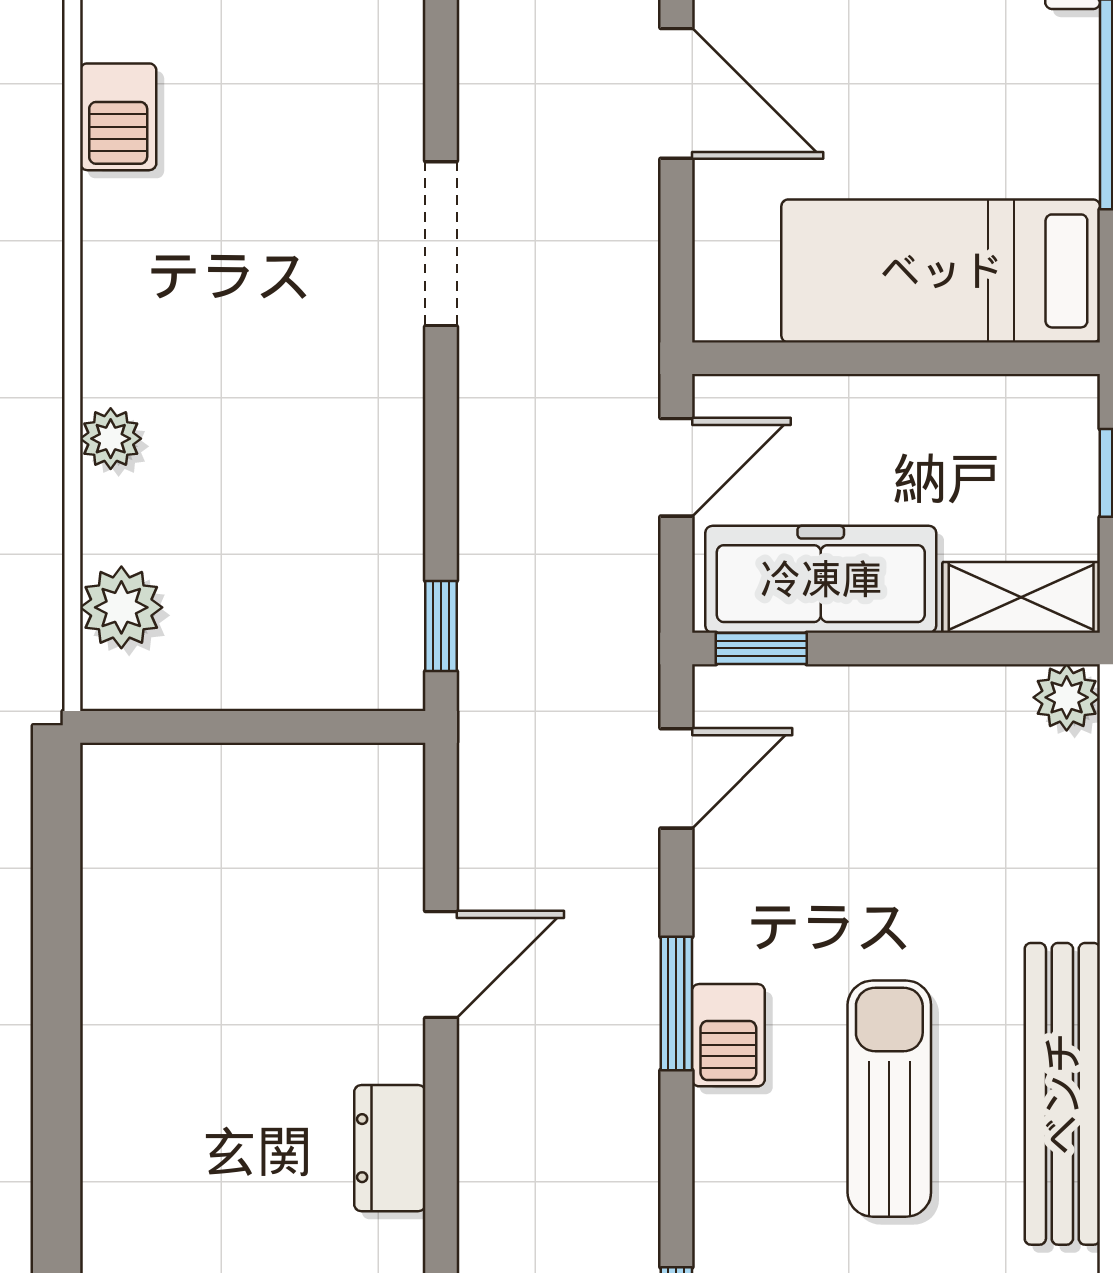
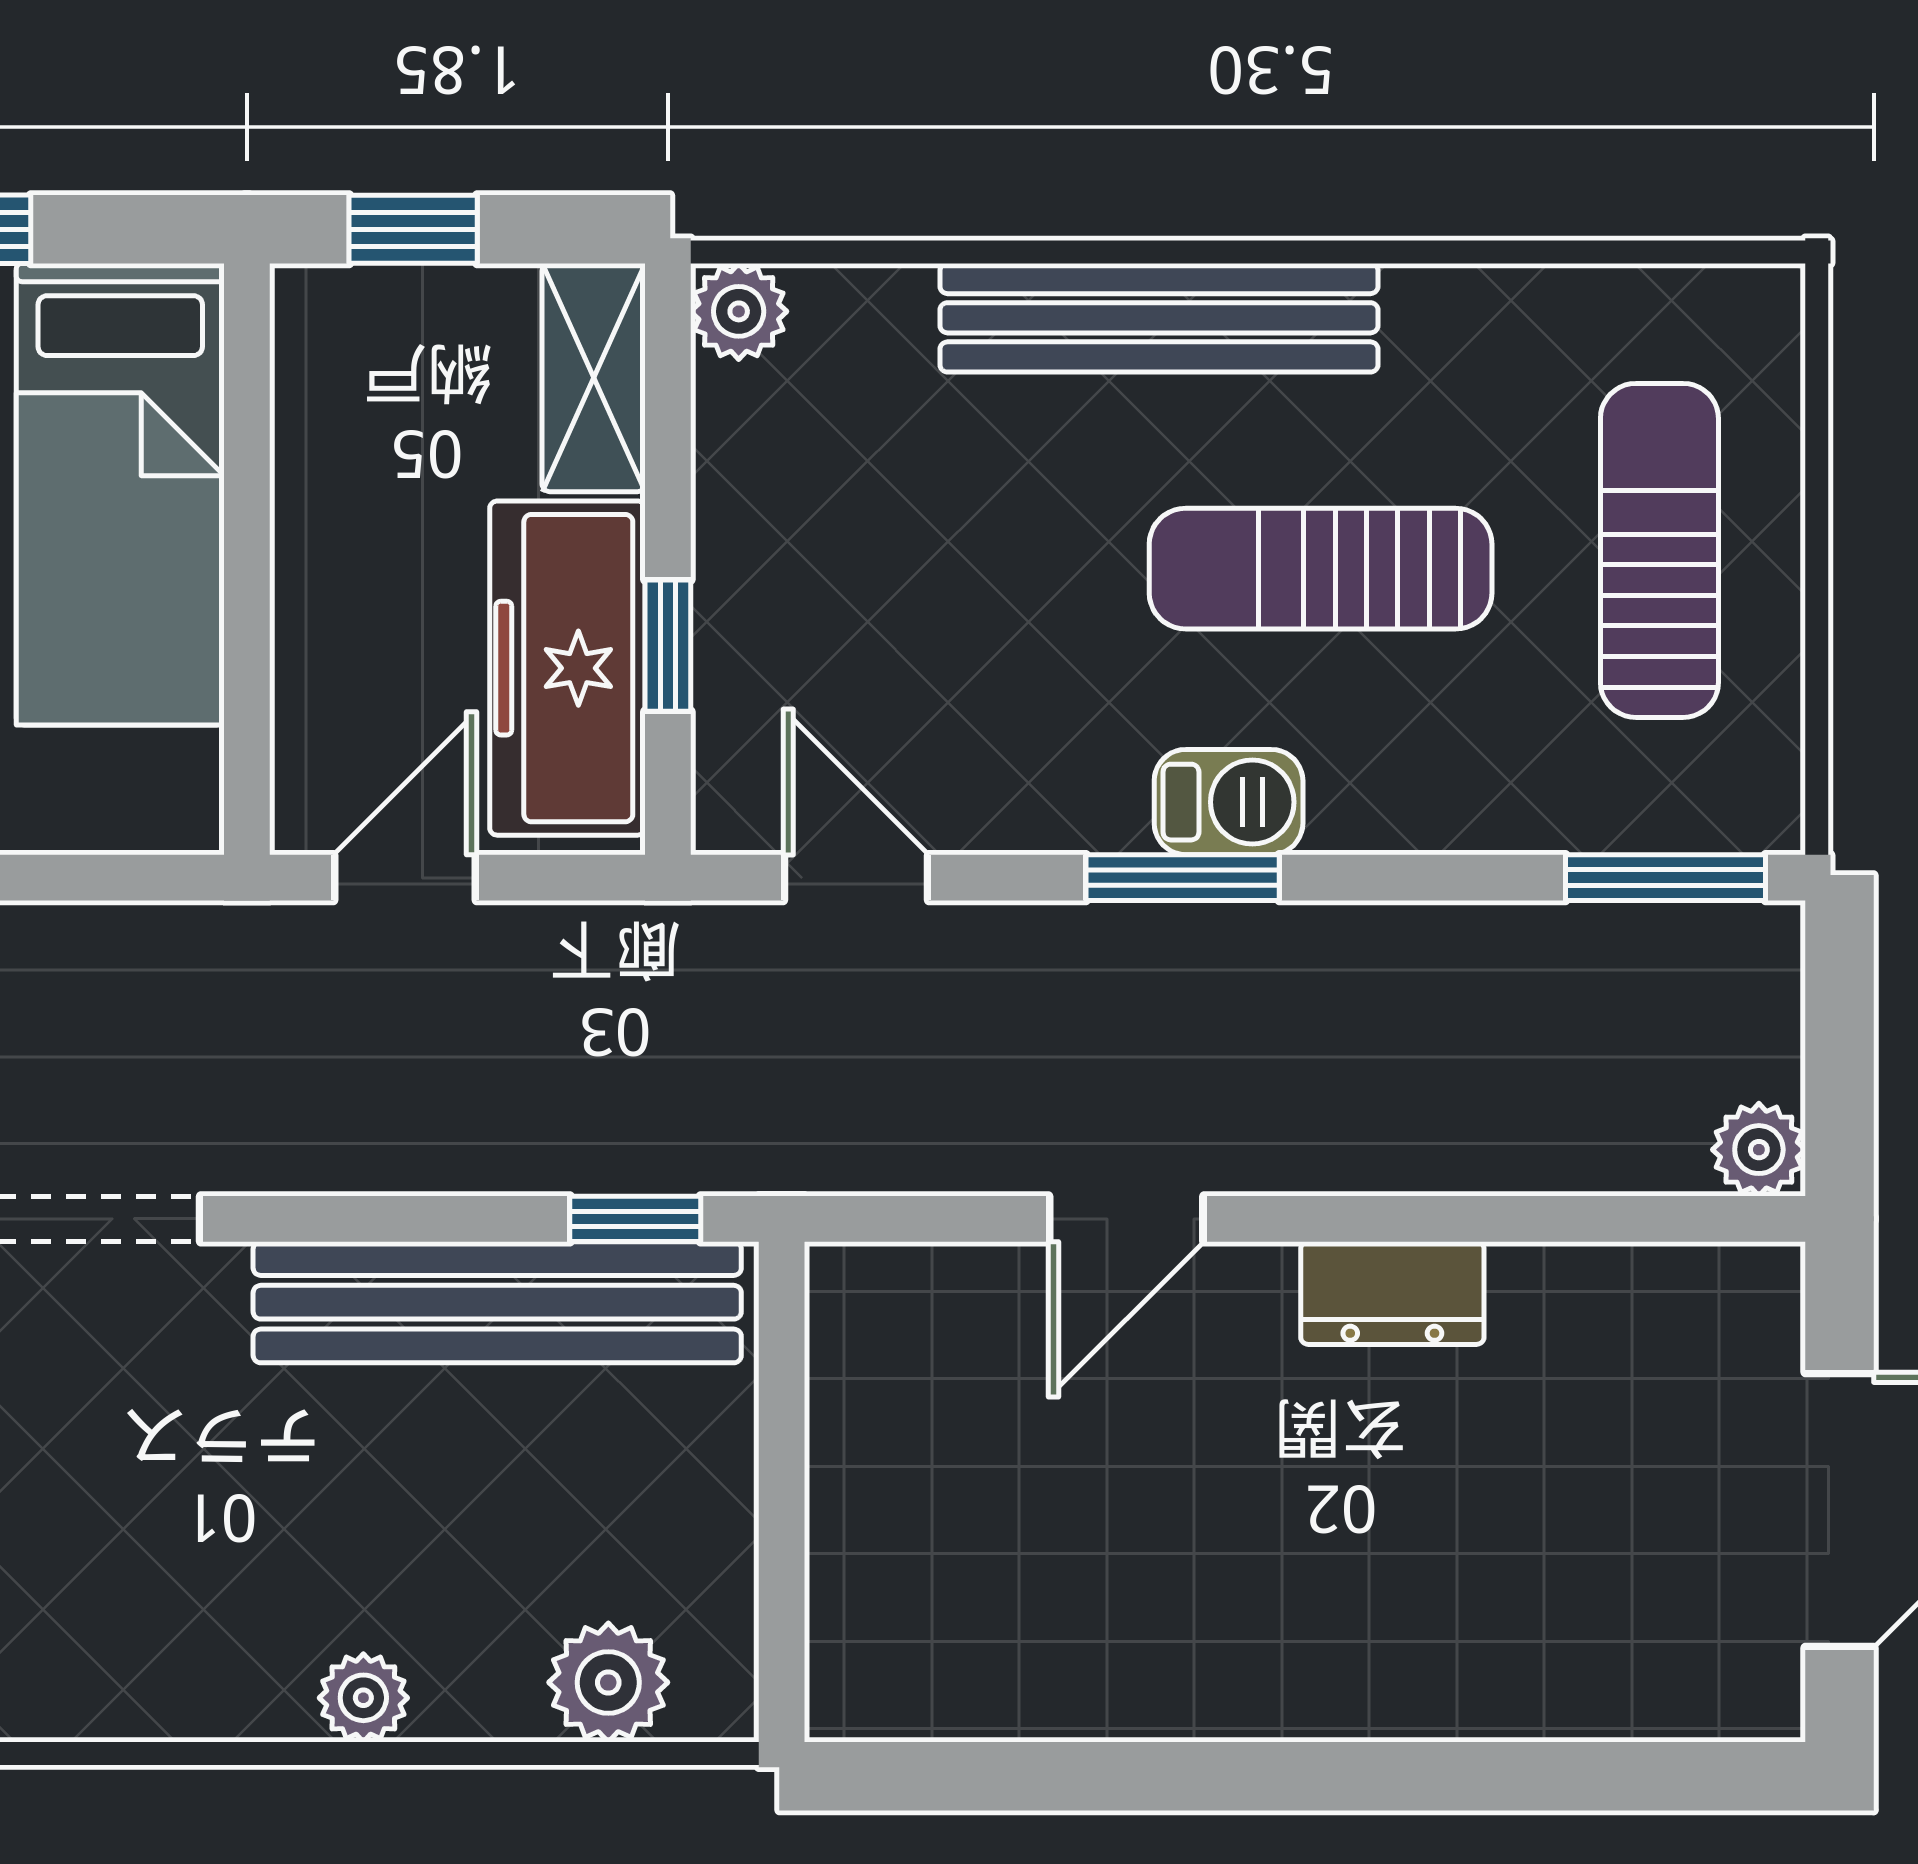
door: (676, 467) -> (405, 878), hinge flipped
bench: (383, 531) -> (497, 1302), added
window: (761, 648) -> (668, 646), moved
door: (441, 965) -> (1126, 1219), swing flipped
bench: (1062, 1094) -> (1159, 318), moved

